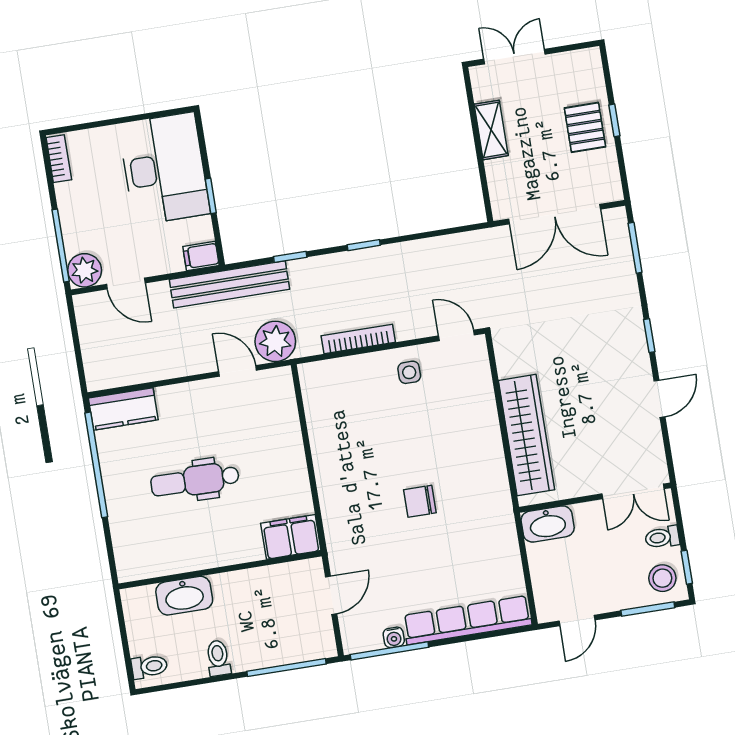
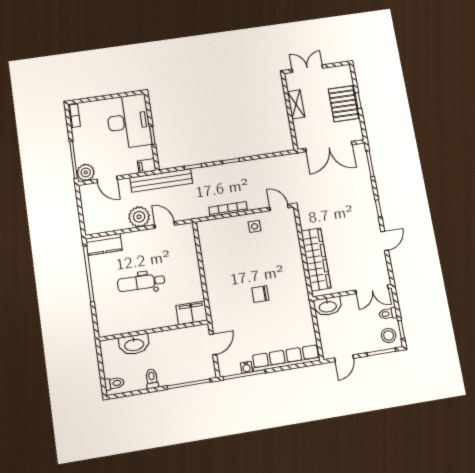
pallet: (585, 127) -> (343, 104), width x1.50, depth x1.42
plant: (275, 341) -> (139, 217), moved

